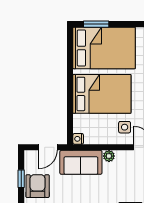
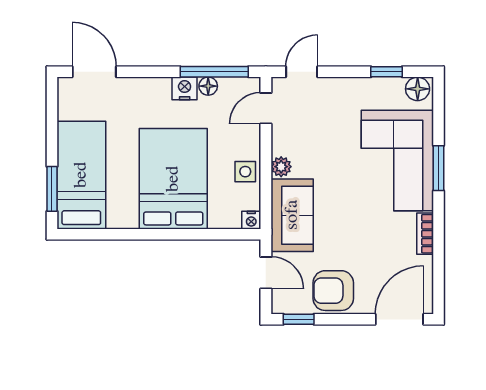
bed: (104, 48) -> (81, 175), width x0.67
side table: (125, 127) -> (245, 172), moved
window: (21, 179) -> (299, 319), moved

